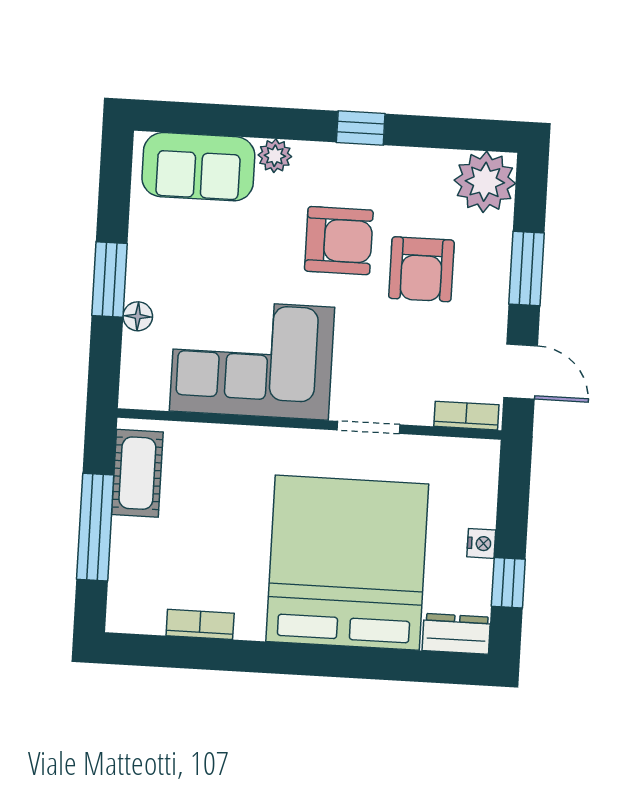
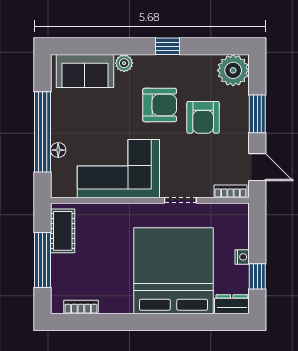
window: (109, 280) -> (42, 132), width x2.11
bookcase: (200, 624) -> (81, 307), moved

